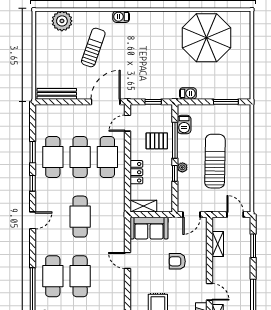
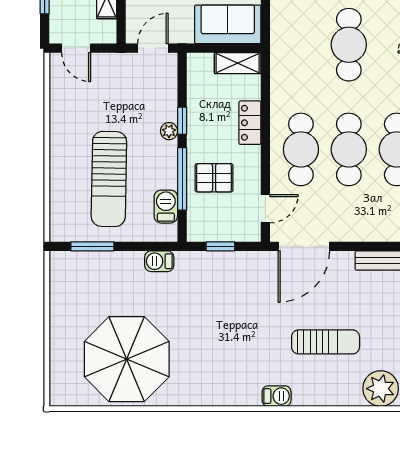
sun lounger: (93, 48) -> (326, 342), turned -109
sun lounger: (215, 161) -> (109, 179), moved

